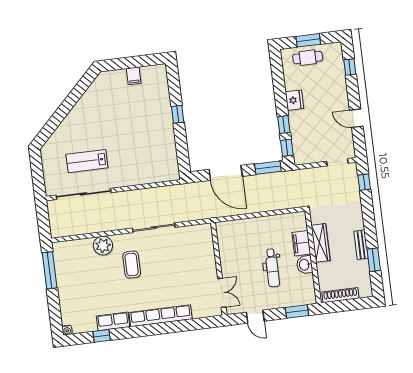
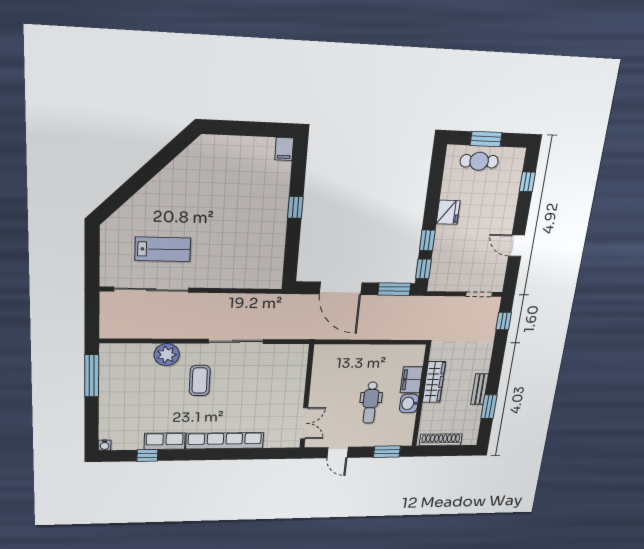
filing cabinet: (134, 76) -> (284, 149), moved
lab bench: (87, 161) -> (163, 249), turned 180

